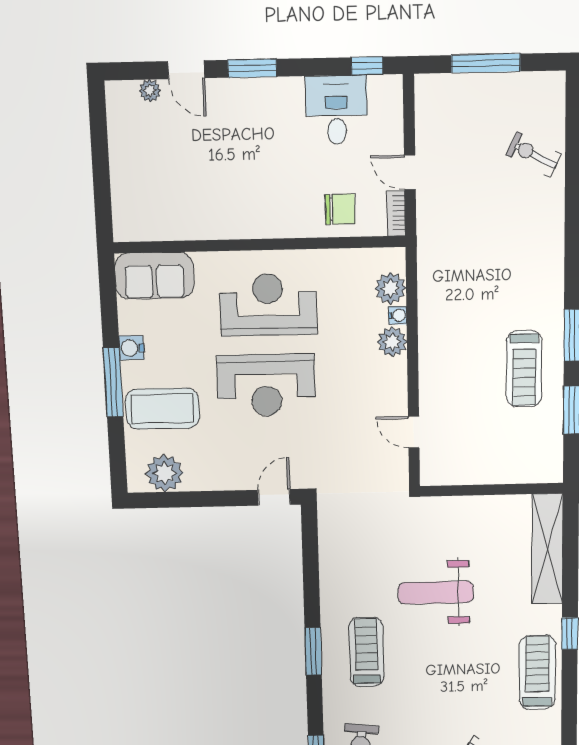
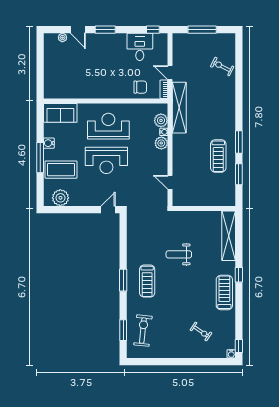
shelving: (433, 257) -> (179, 108), added
weight bench: (436, 593) -> (179, 254), width x0.73, depth x0.75
treadmill: (366, 652) -> (147, 281), turned 180

